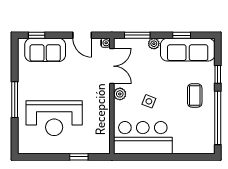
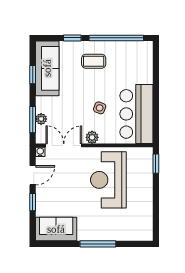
window: (37, 35) -> (33, 202), moved
plant: (154, 44) -> (41, 119), moved
sofa: (45, 50) -> (56, 229), moved, turned -90
reception desk: (54, 118) -> (108, 180), moved, turned 180
window: (79, 157) -> (156, 164), moved

